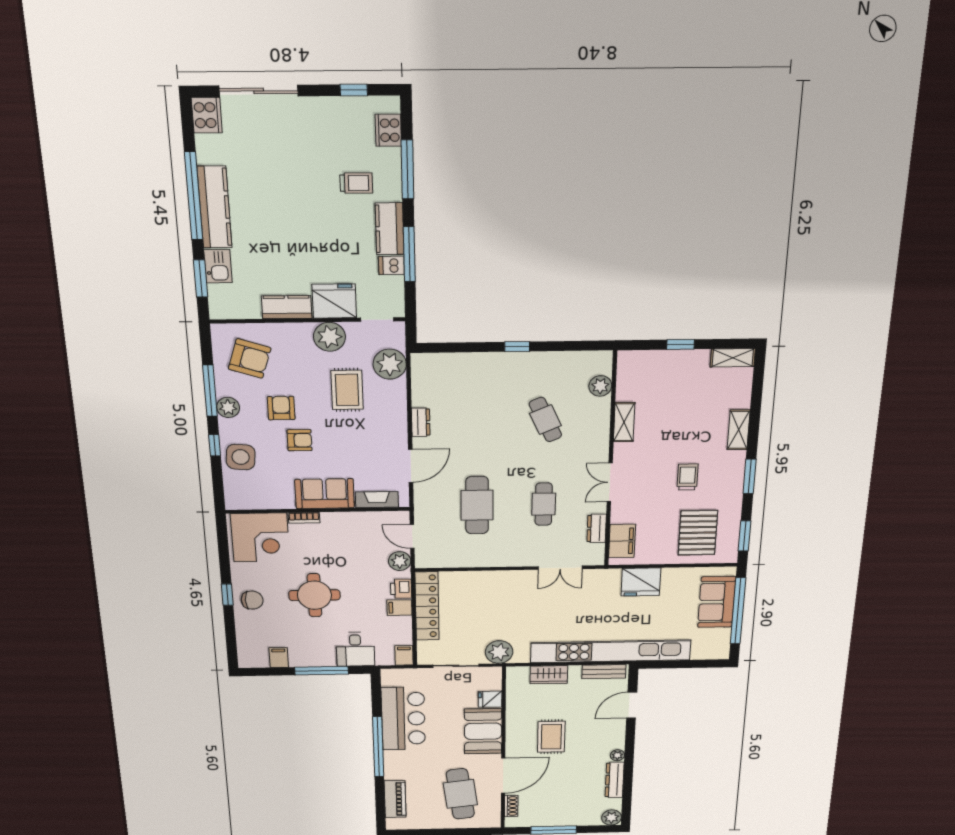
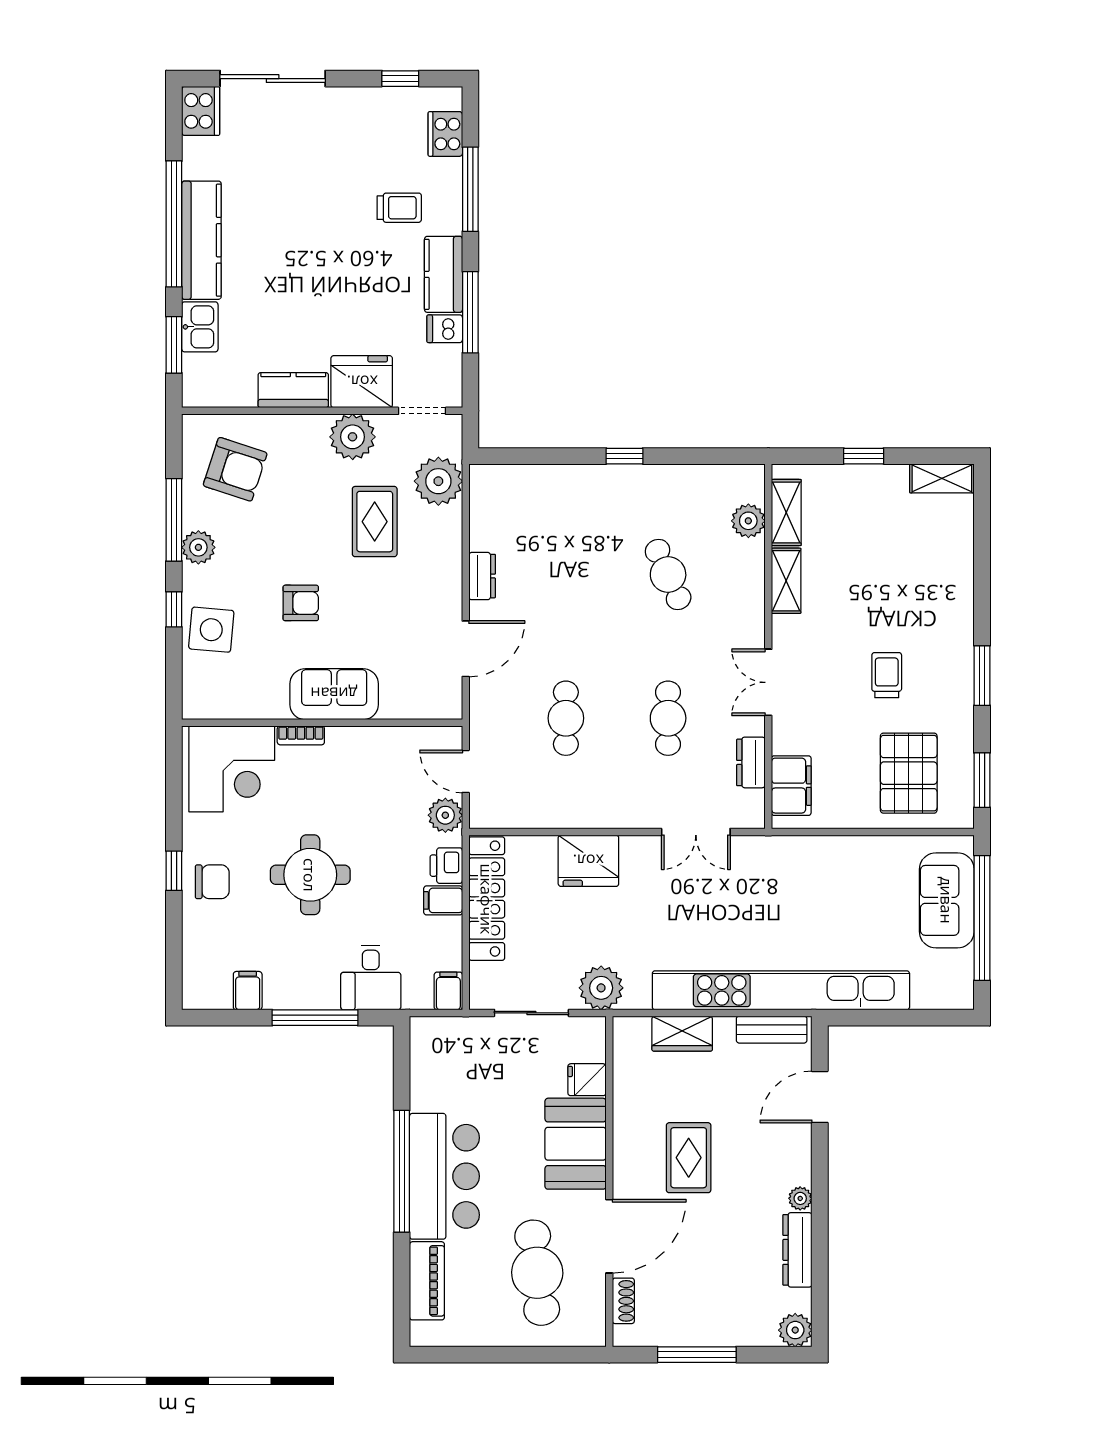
armchair: (281, 408) -> (276, 550), removed
shelving: (739, 430) -> (786, 513), moved
fireplace: (377, 500) -> (413, 706), removed
cafe table: (477, 505) -> (566, 718), width x0.73, depth x0.74
fridge: (641, 582) -> (588, 861), moved
bar counter: (403, 719) -> (444, 1176), moved

